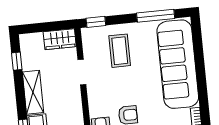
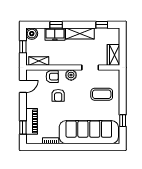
window: (156, 16) -> (123, 121), width x0.46
window: (96, 22) -> (123, 80), removed
plant: (96, 99) -> (71, 75), added

